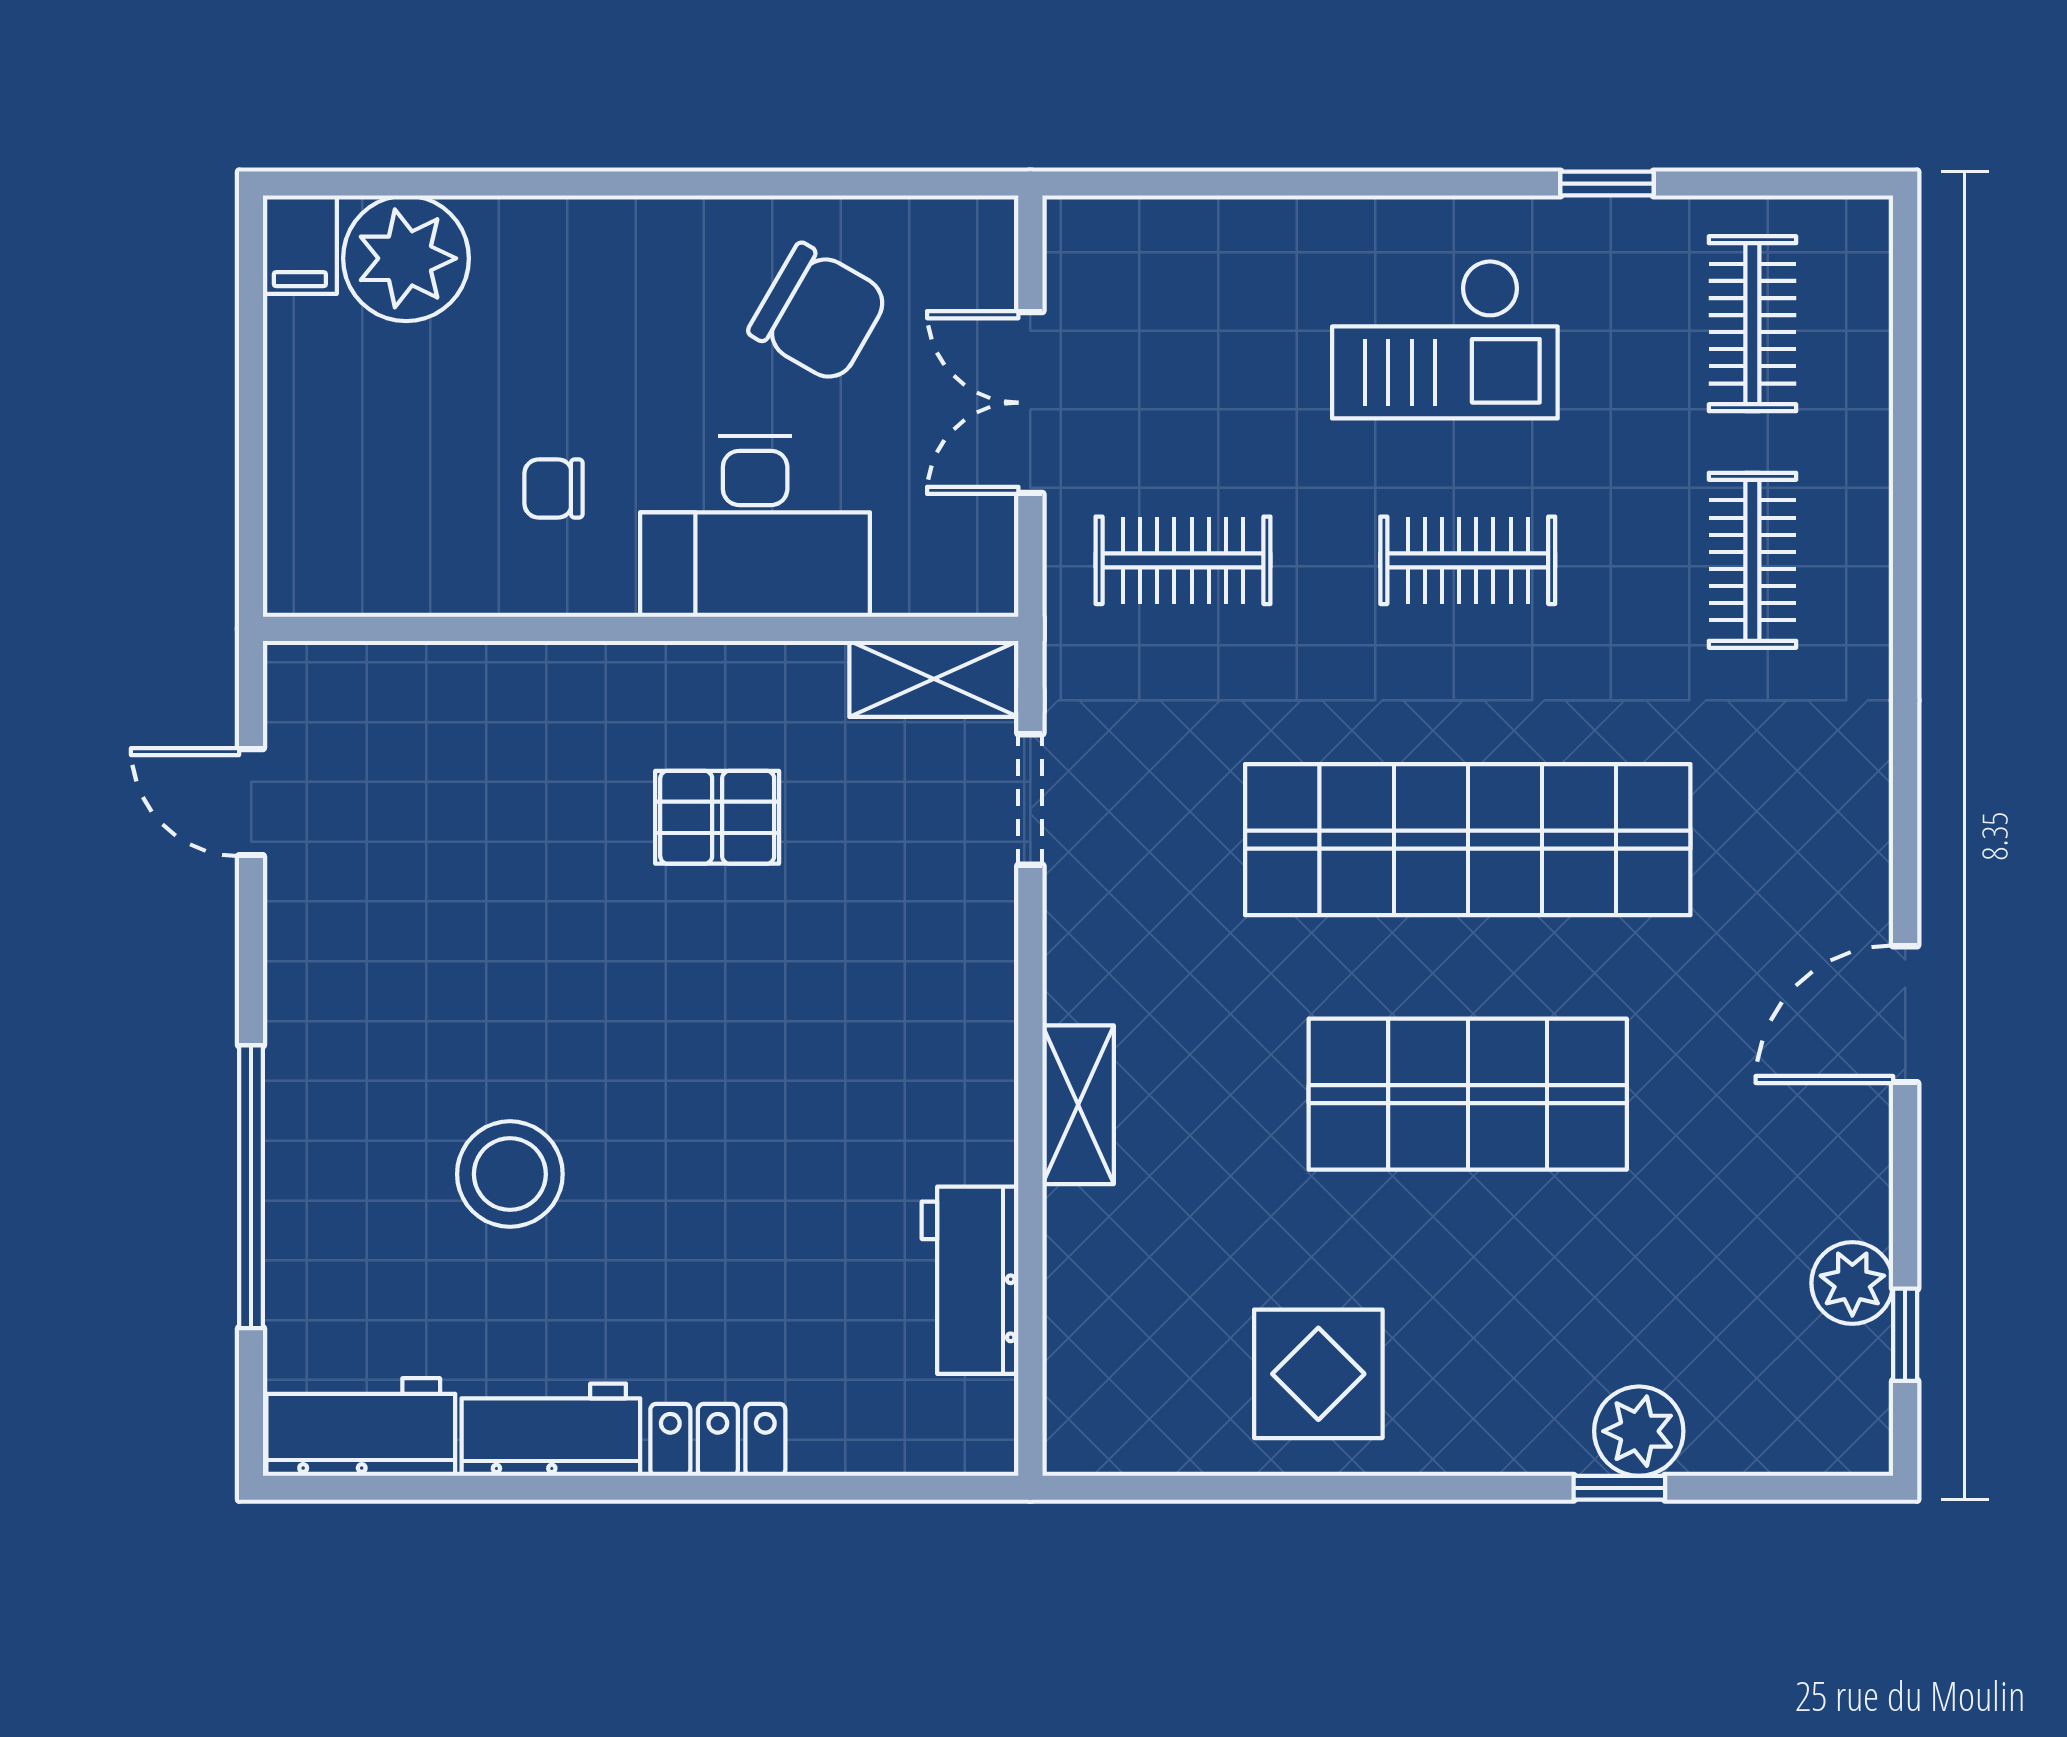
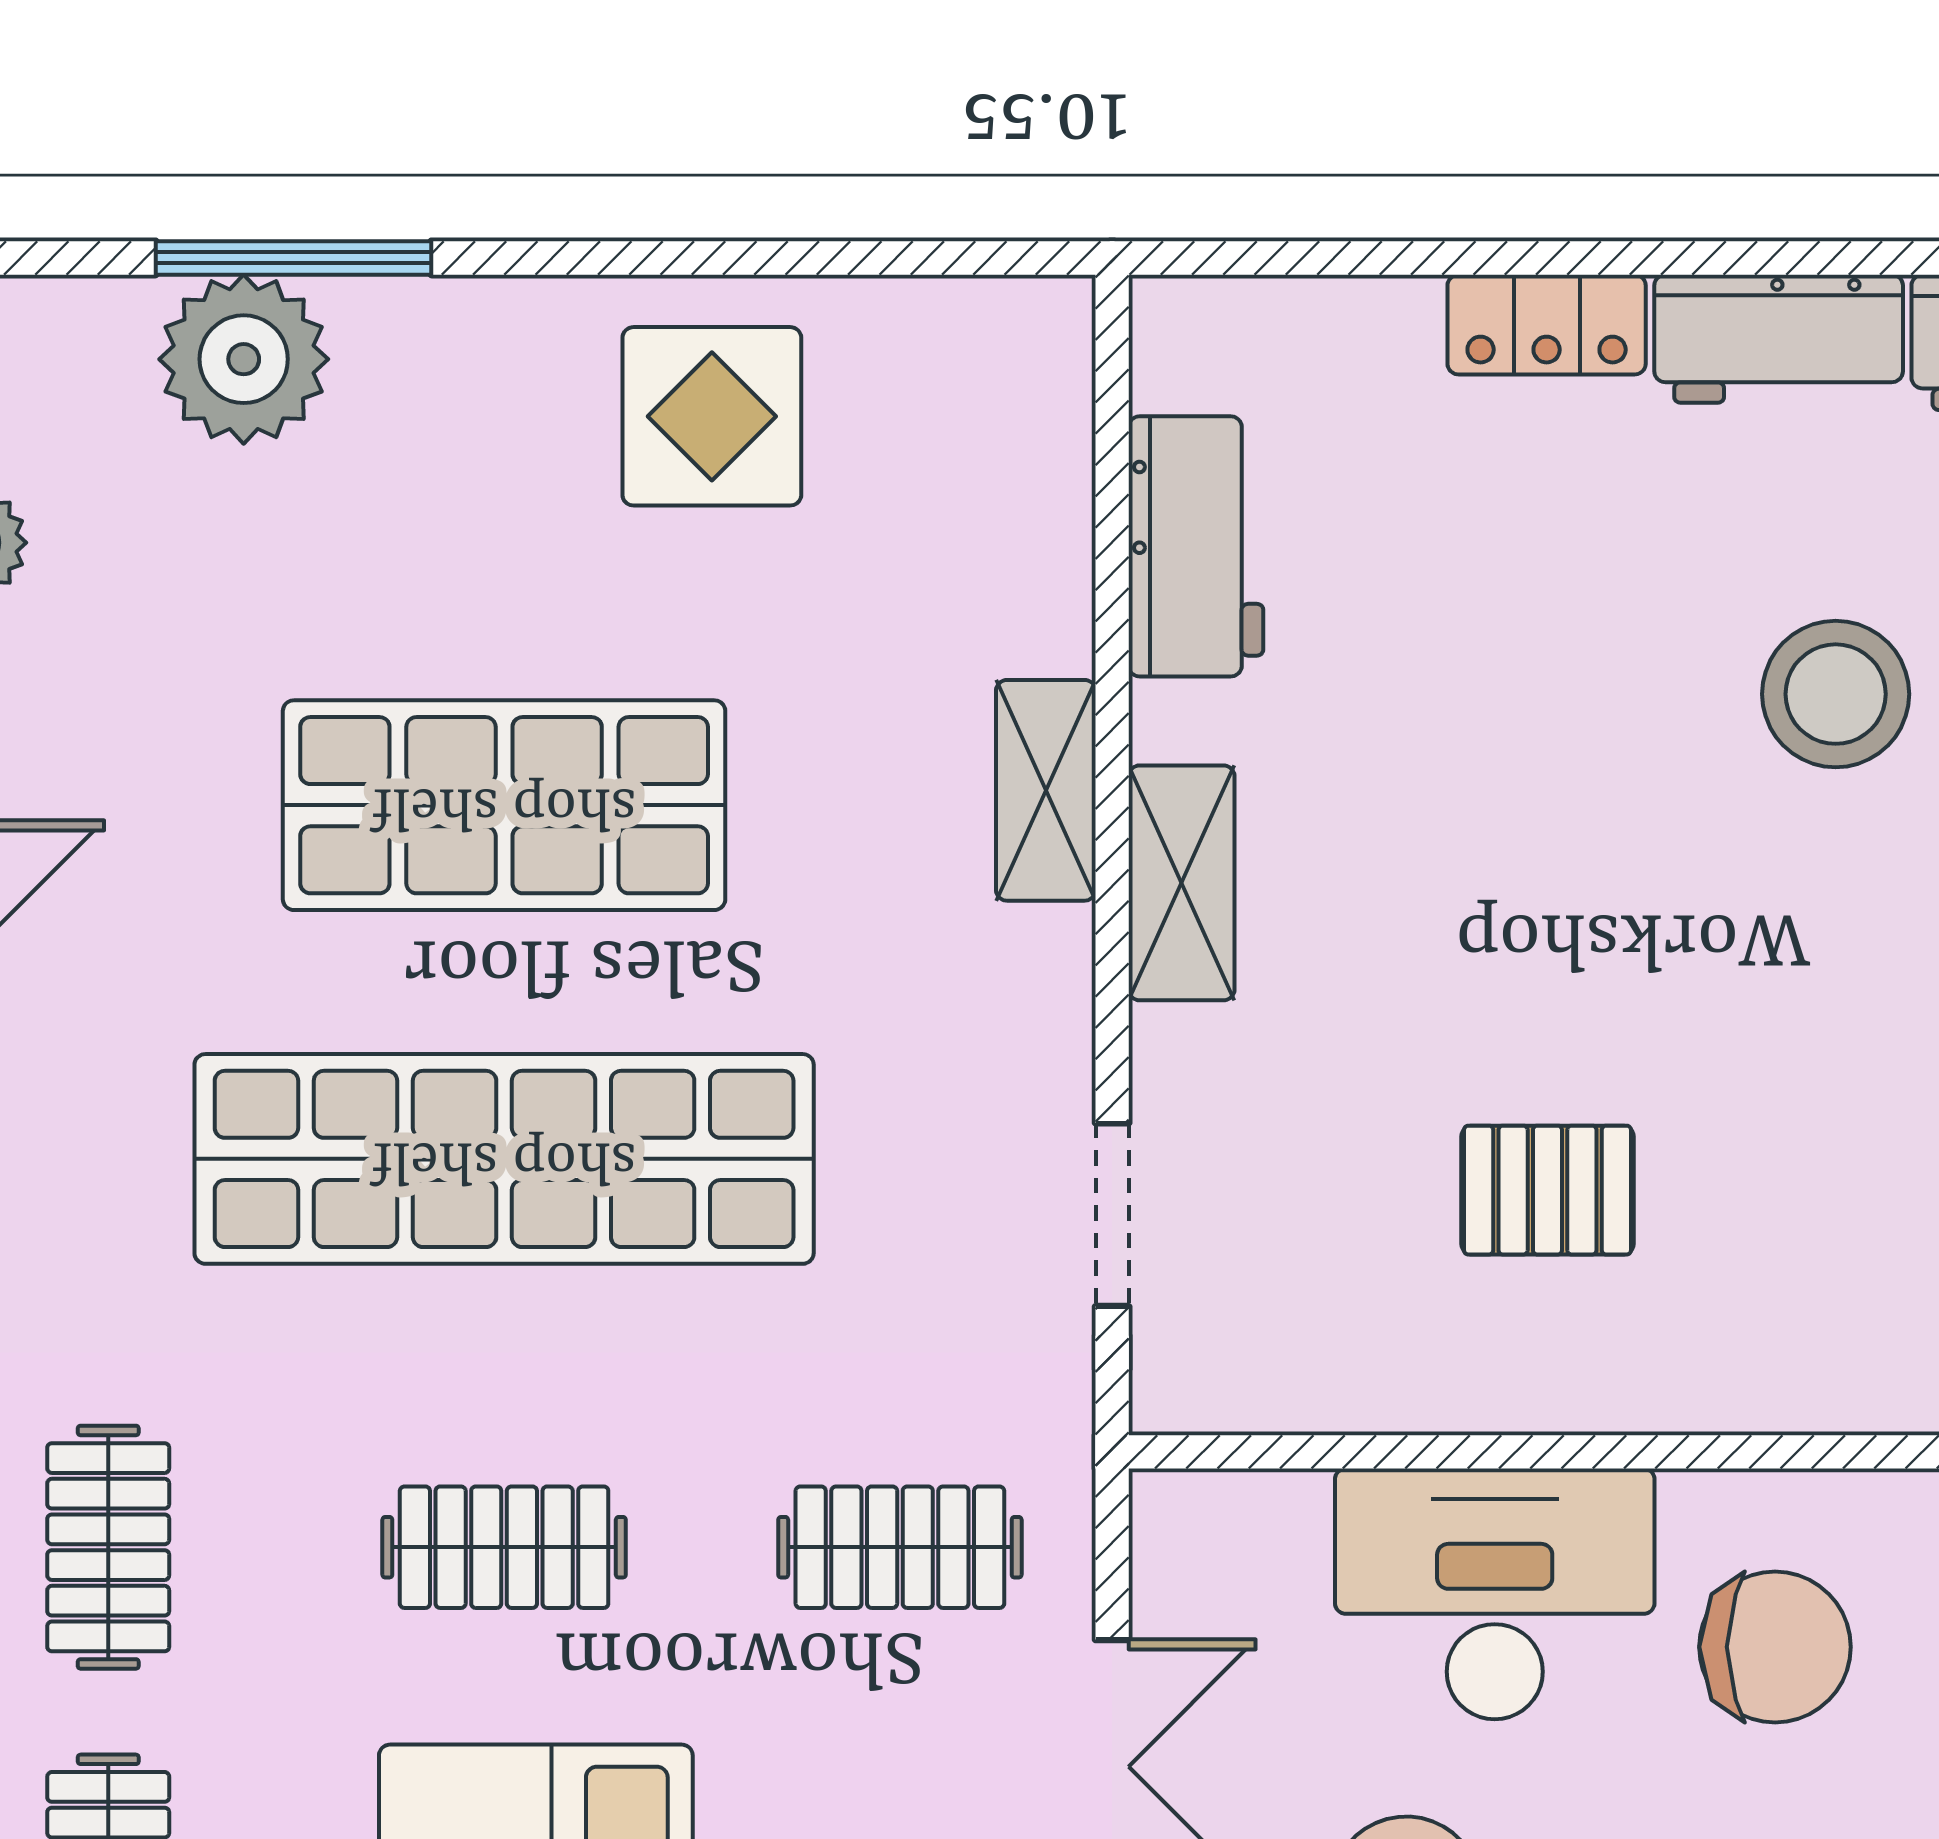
chair: (553, 489) -> (1775, 1647), width x1.87, depth x1.87
shelving: (934, 679) -> (1182, 883), moved, turned 90
plant: (1639, 1431) -> (244, 359), width x1.36, depth x1.36
window: (1619, 1488) -> (293, 258), width x2.17

